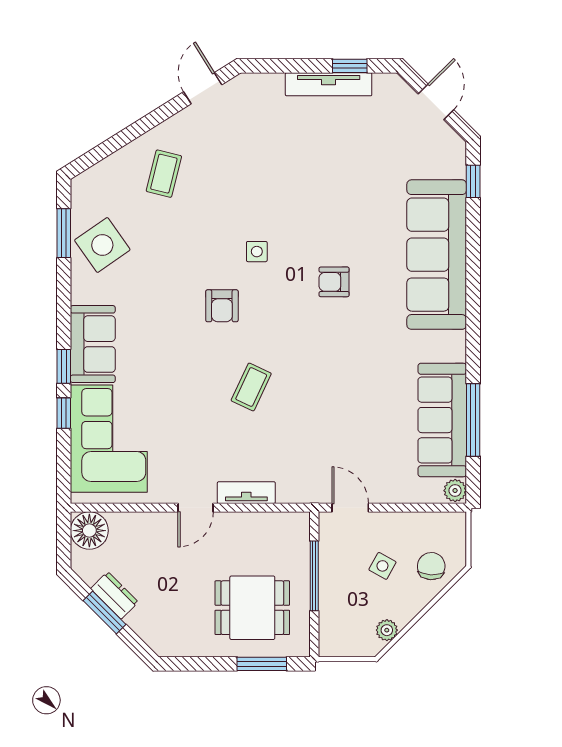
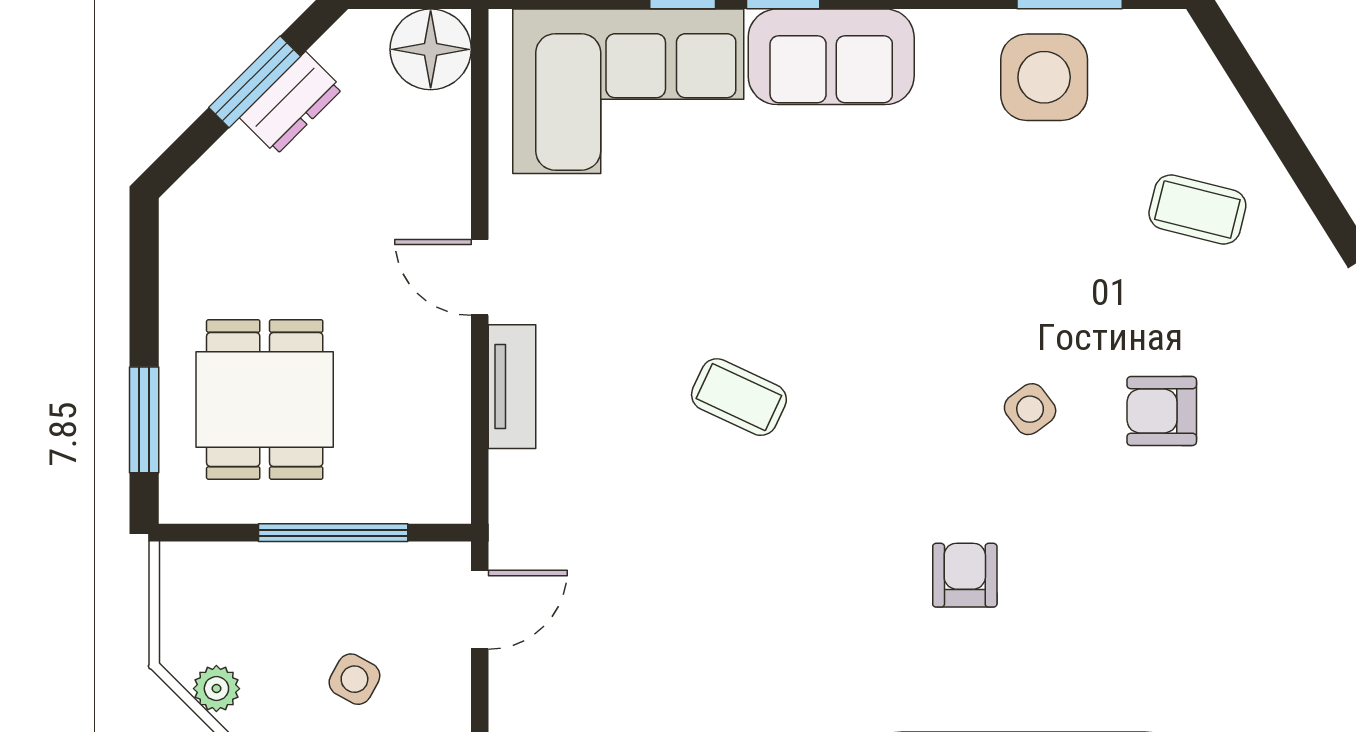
side table: (102, 245) -> (1044, 77), turned 35
side table: (257, 252) -> (1030, 409), turned -37
armchair: (222, 306) -> (1162, 411), moved

